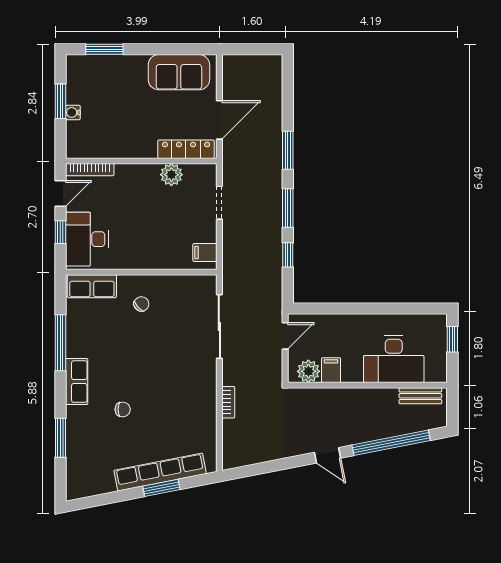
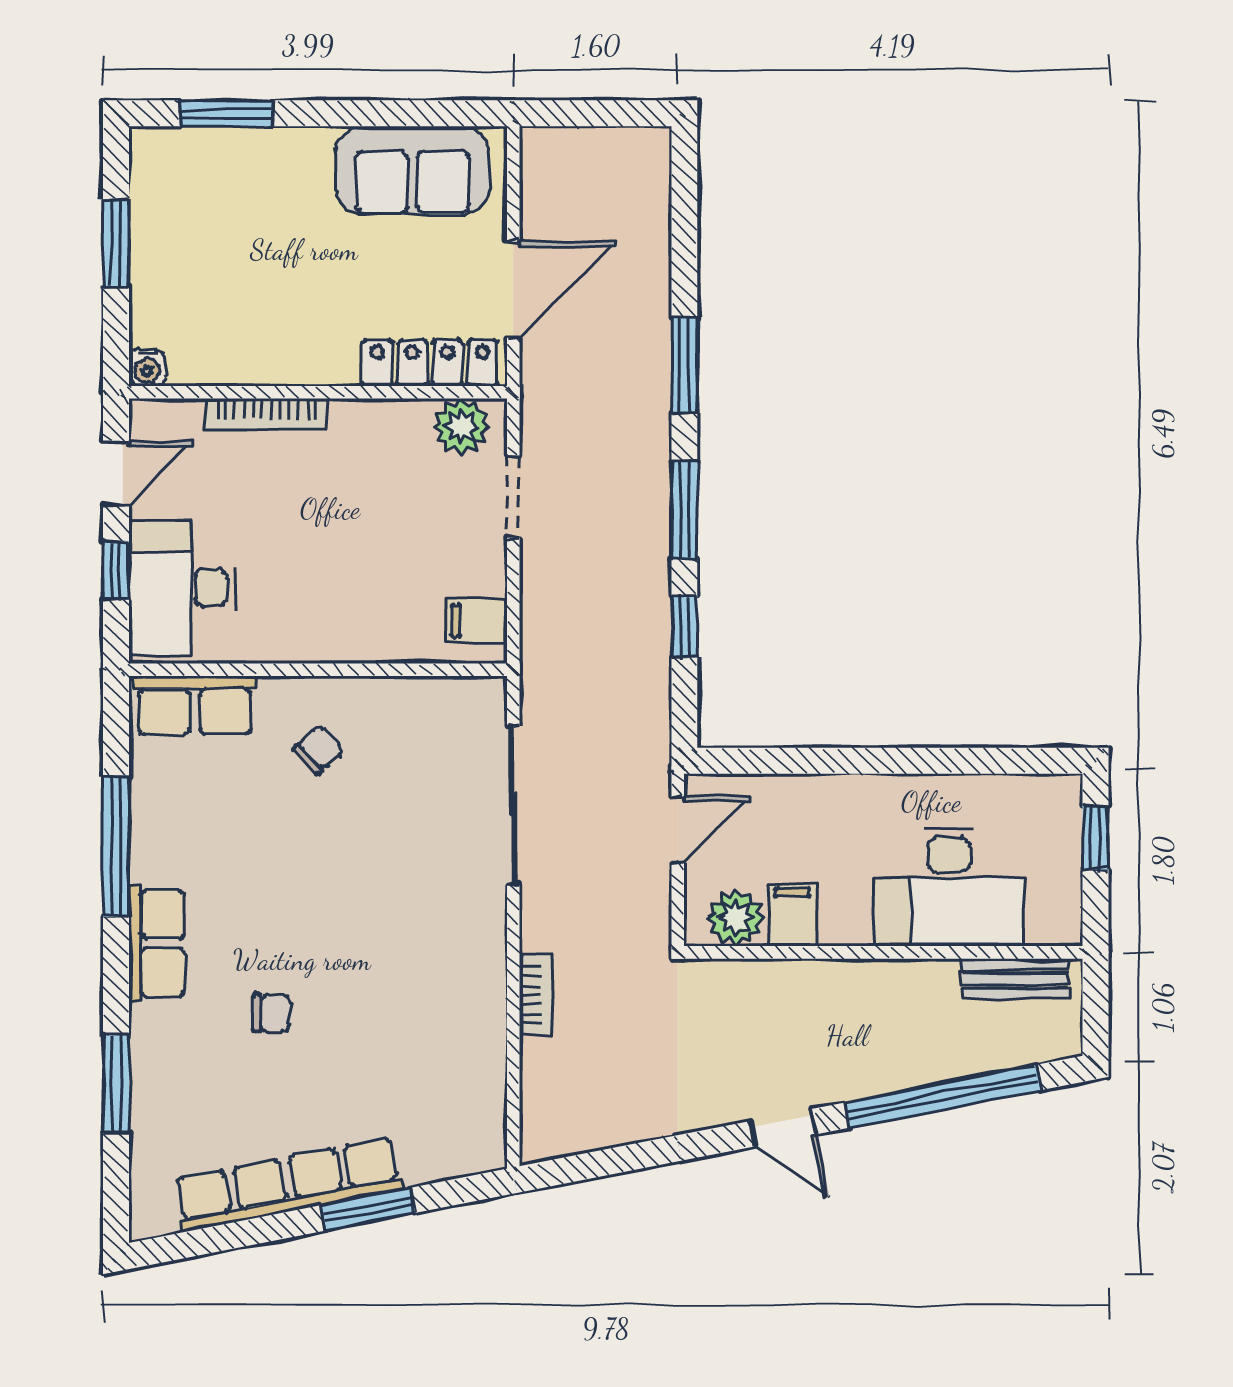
water cooler: (73, 112) -> (147, 368), moved, turned -90
bookcase: (90, 170) -> (266, 414), moved
plant: (171, 175) -> (461, 426), moved
row of seats: (160, 472) -> (288, 1184), moved

